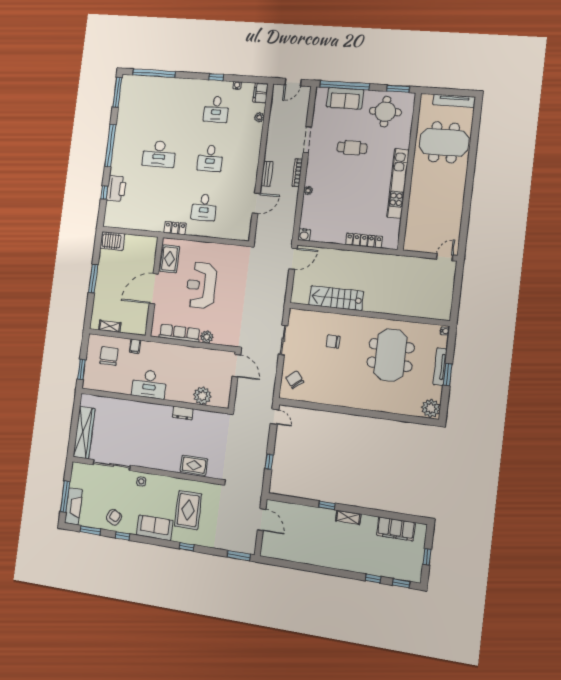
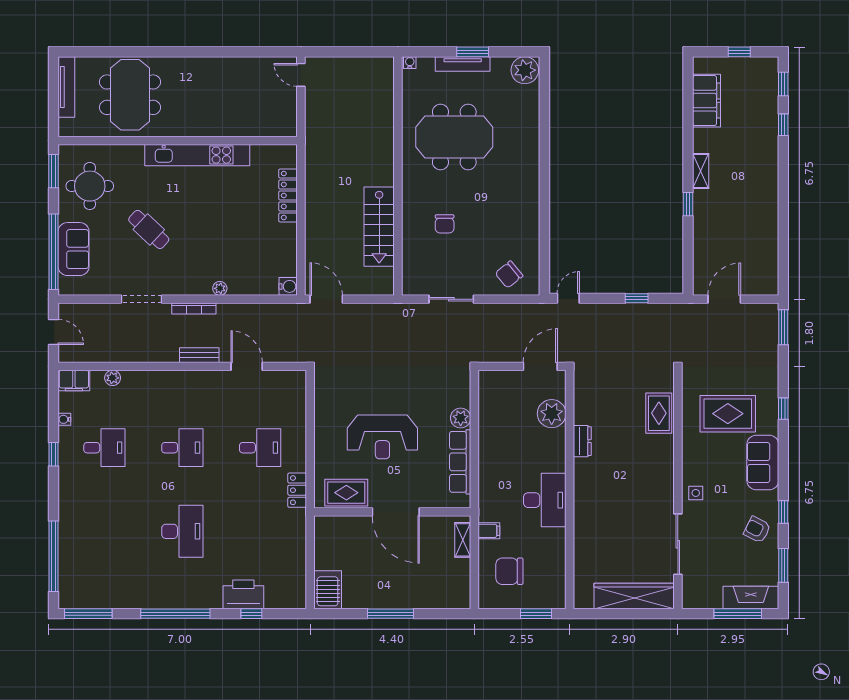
cafe table: (352, 148) -> (149, 229), turned -47
shelving: (110, 326) -> (463, 540), moved
door: (236, 366) -> (540, 366), moved

